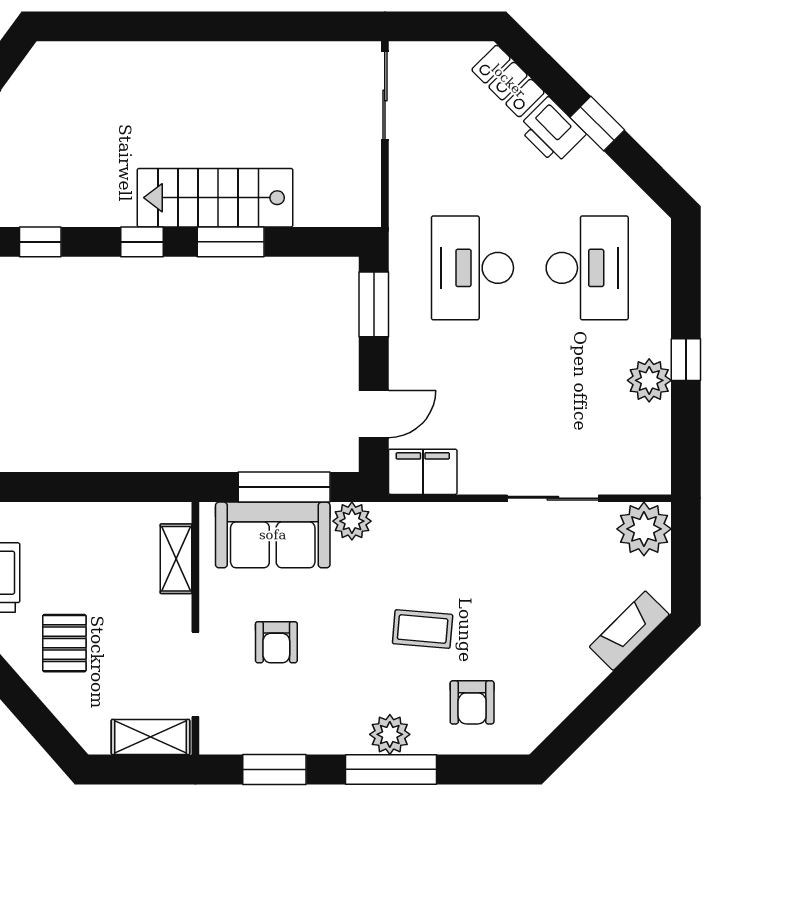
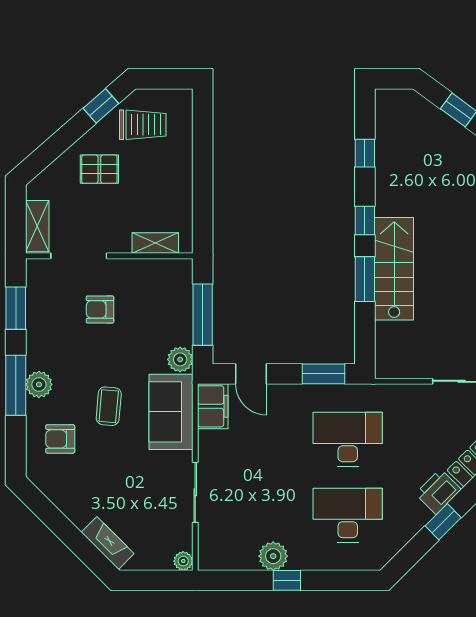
desk: (587, 268) -> (348, 515), turned 180
plant: (644, 529) -> (183, 561), width x0.53, depth x0.53
sofa: (273, 535) -> (171, 412), moved

